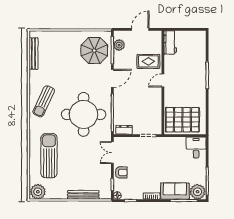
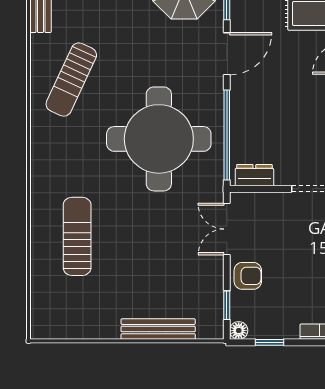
sun lounger: (44, 101) -> (71, 80), moved
sun lounger: (49, 156) -> (77, 236), width x0.73, depth x0.75
plant: (38, 192) -> (51, 322), removed

